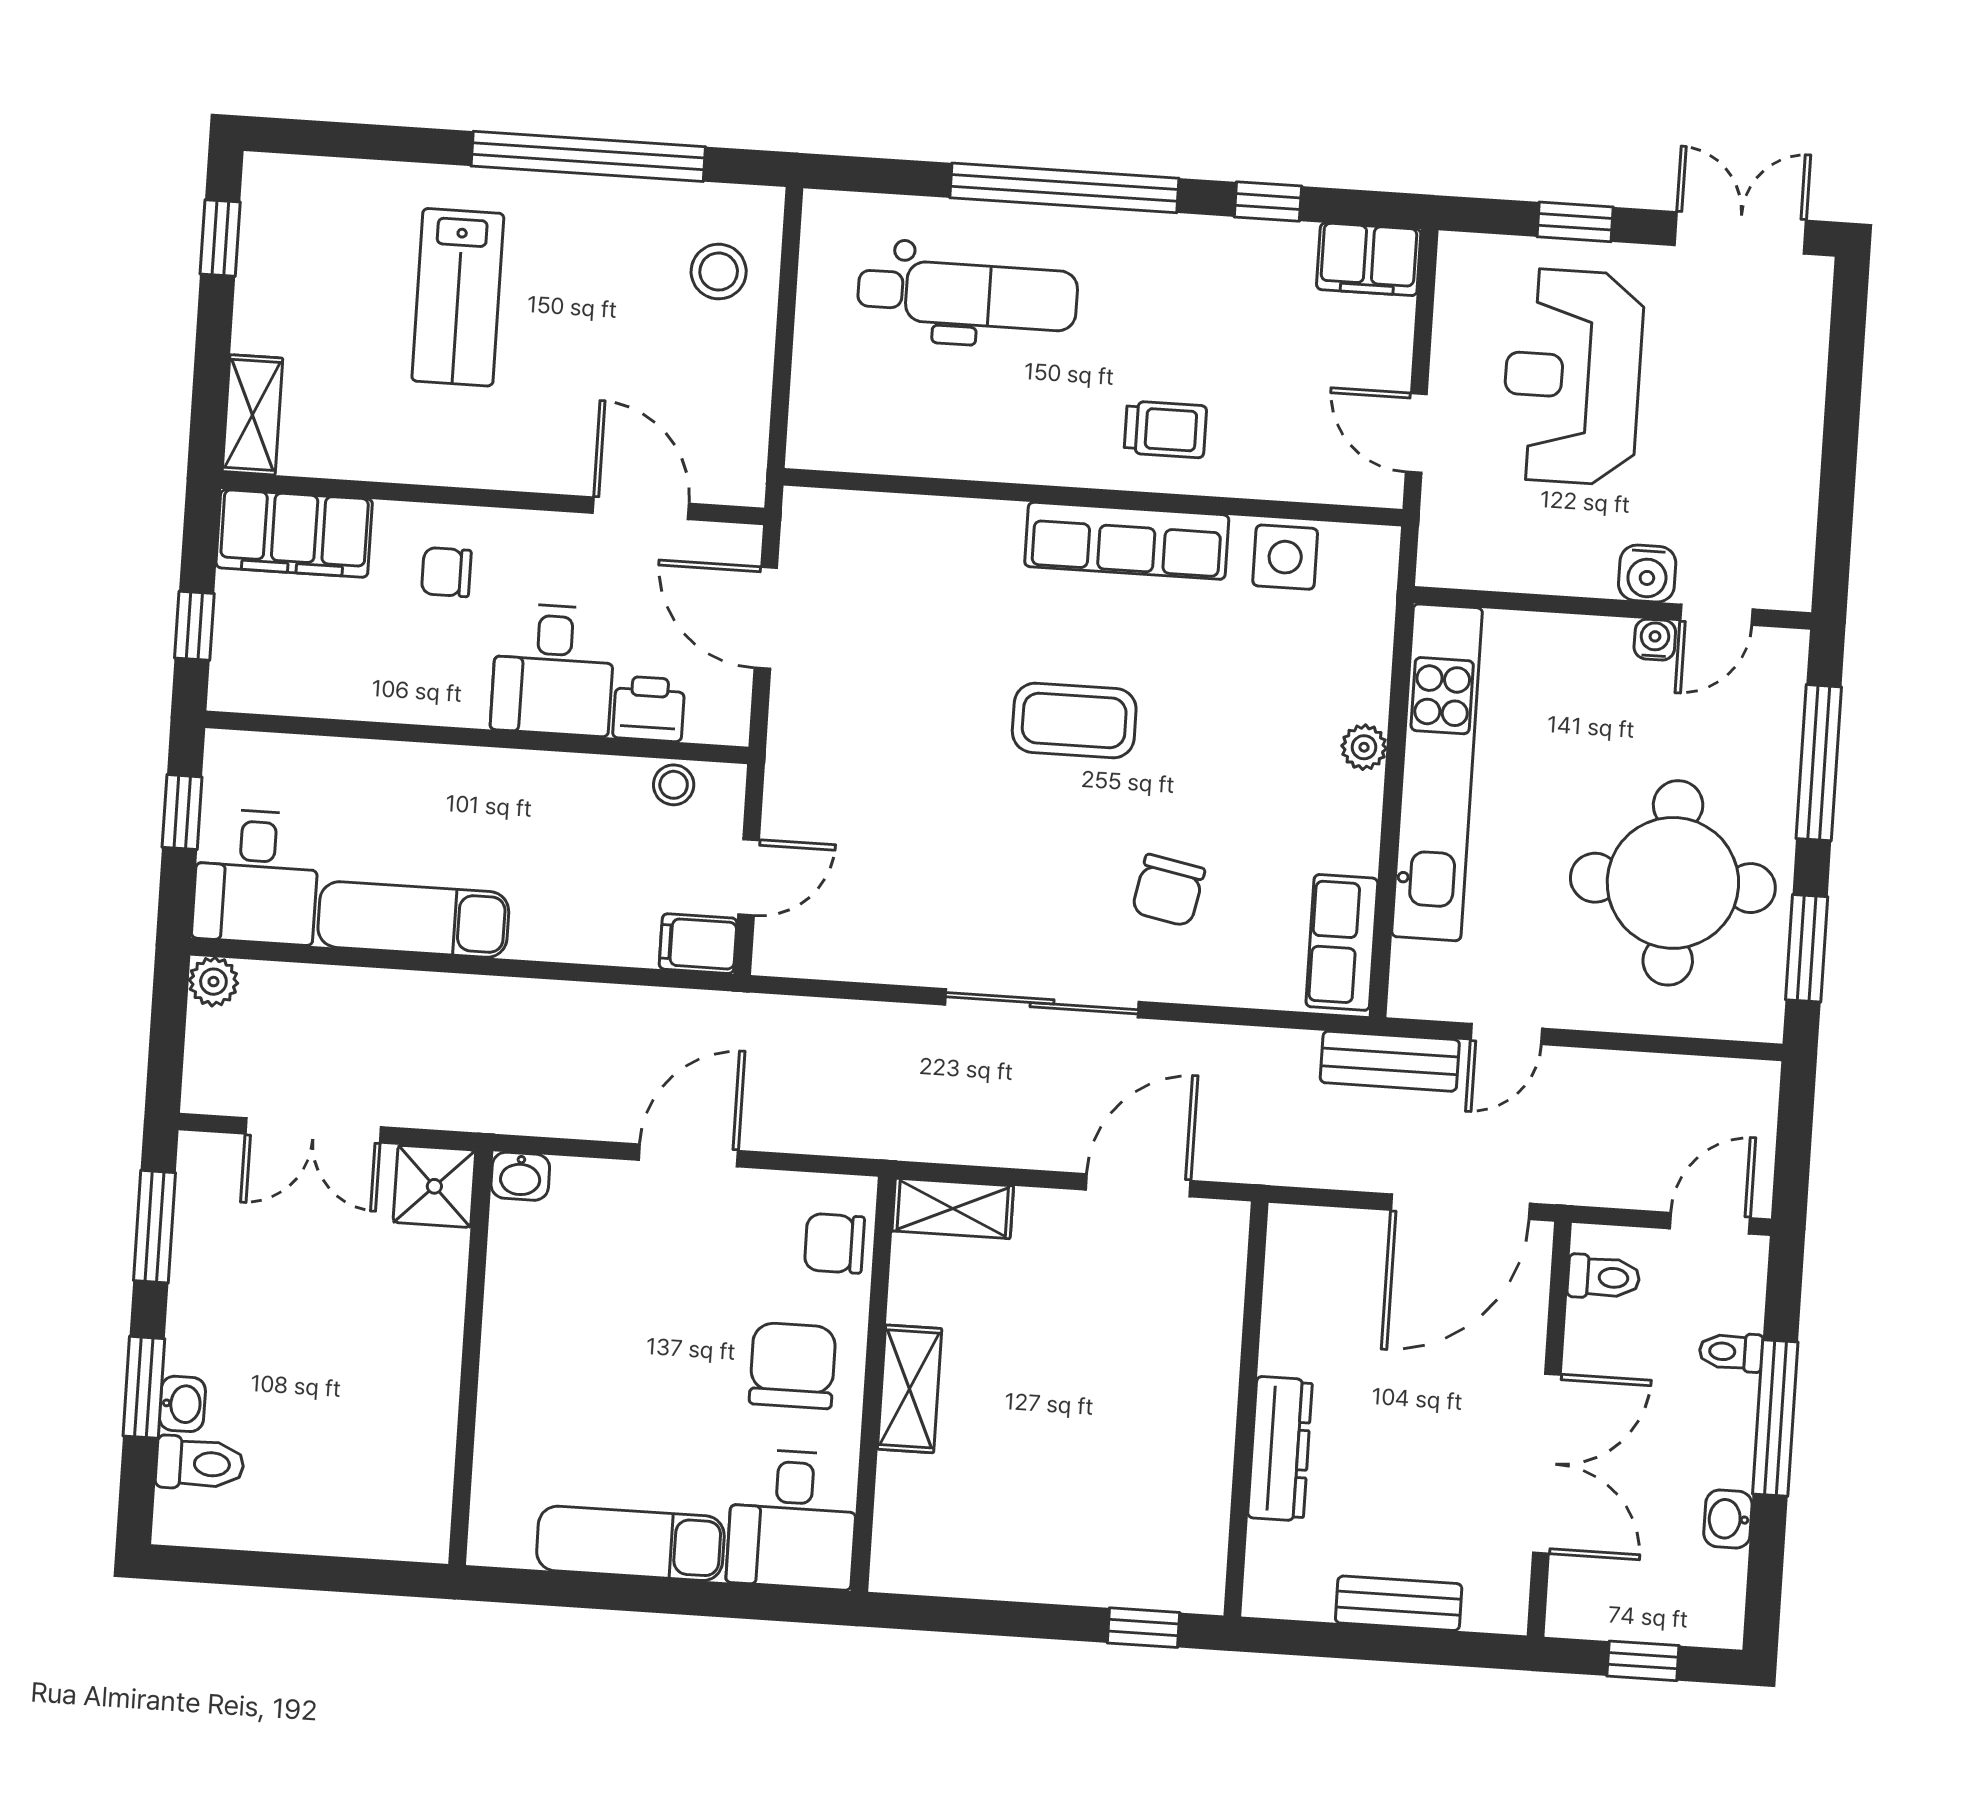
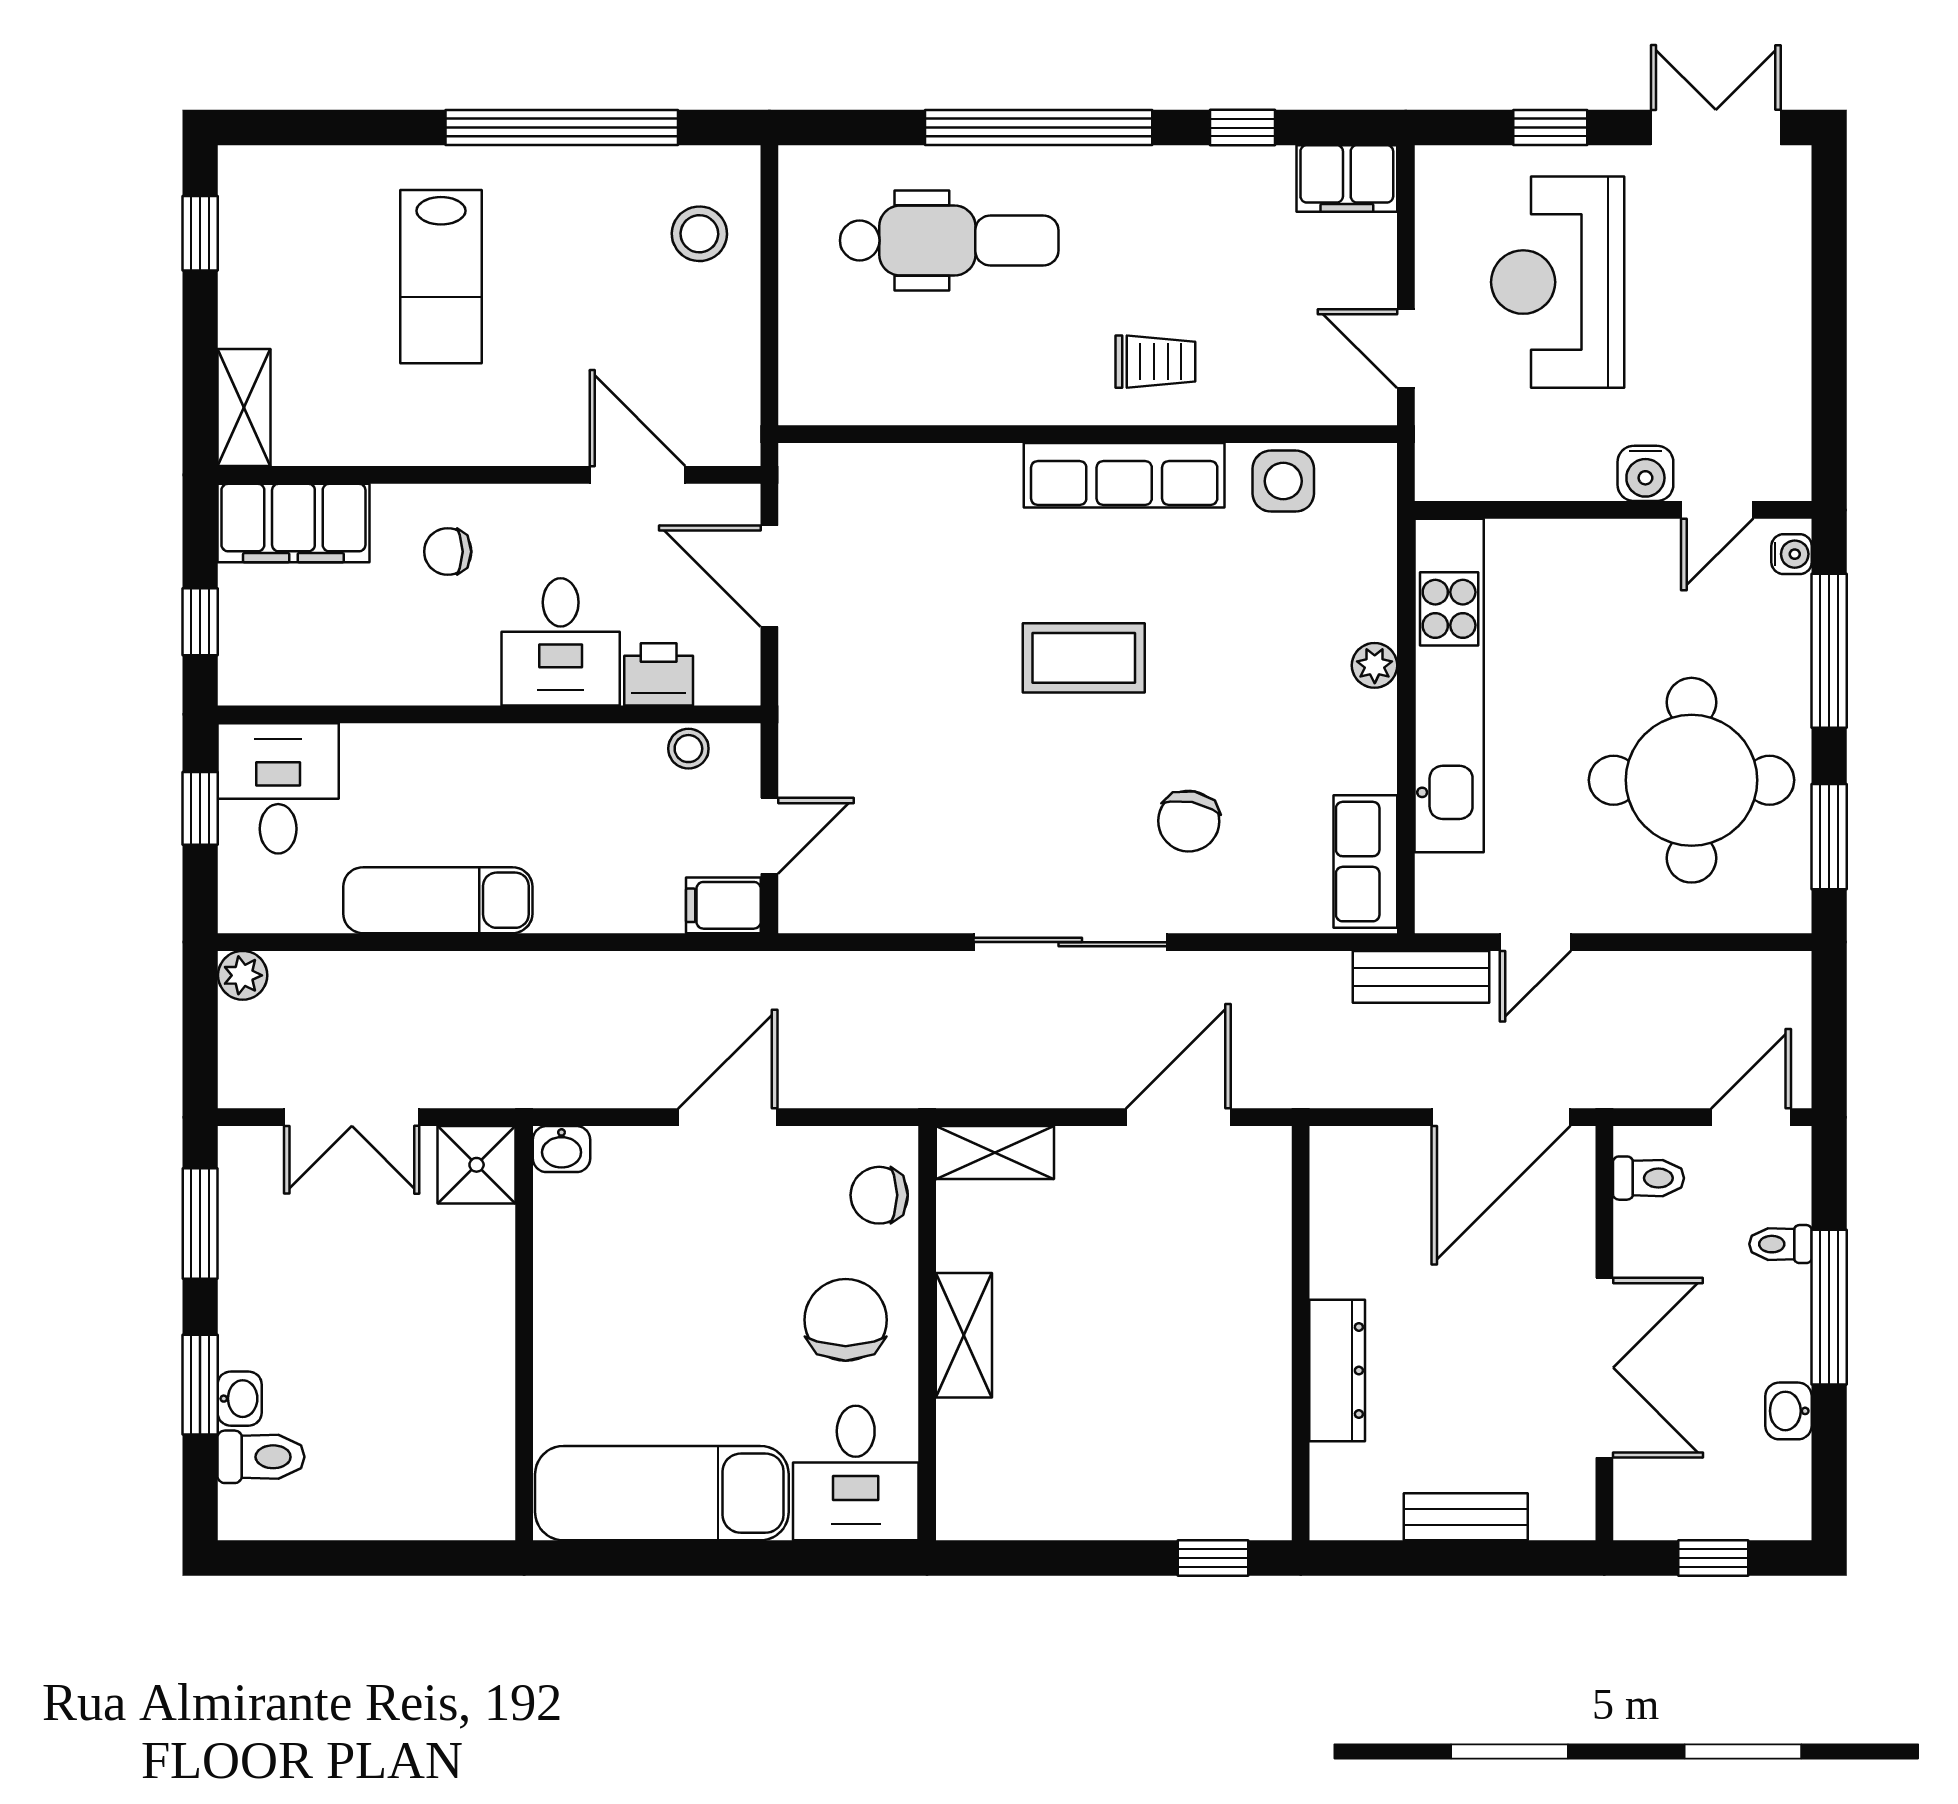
water cooler: (1655, 640) -> (1792, 554), moved, turned 90
desk: (256, 877) -> (278, 788), moved, turned 180
exam couch: (630, 1543) -> (662, 1493), width x1.36, depth x1.45

